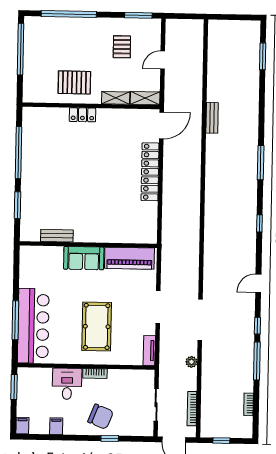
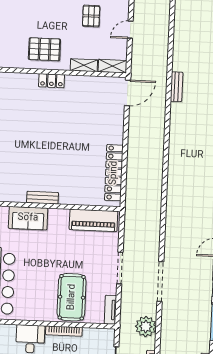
locker: (150, 172) -> (114, 173), moved
bench: (57, 236) -> (43, 198), moved
sofa: (84, 258) -> (28, 218), moved
pool table: (97, 326) -> (72, 297), moved
plant: (191, 362) -> (146, 327), width x1.88, depth x1.88
bookcase: (95, 374) -> (64, 331), width x1.56

